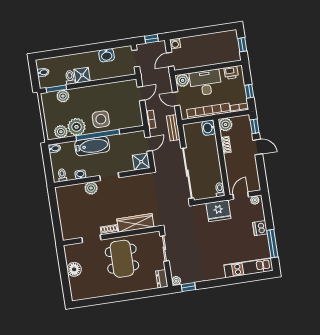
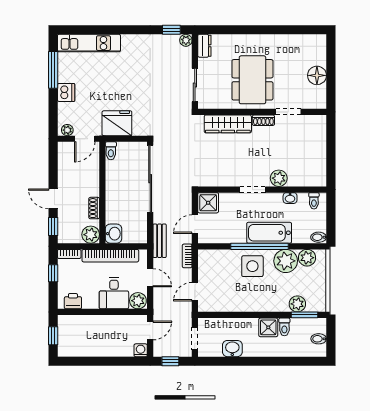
desk: (206, 83) -> (114, 293), width x0.73

